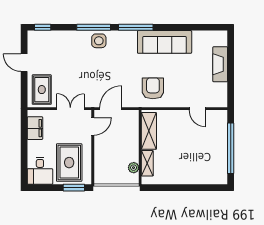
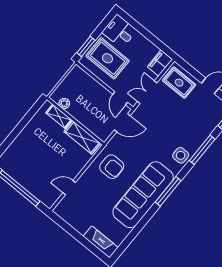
window: (94, 27) -> (202, 150), moved
sofa: (165, 42) -> (143, 195), width x1.36, depth x1.27
fireplace: (220, 64) -> (101, 242), moved
double door: (70, 109) -> (147, 92), swing flipped
door: (111, 109) -> (122, 123), hinge flipped
filing cabinet: (35, 128) -> (160, 63), moved, turned 90

